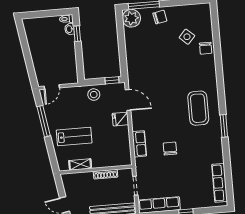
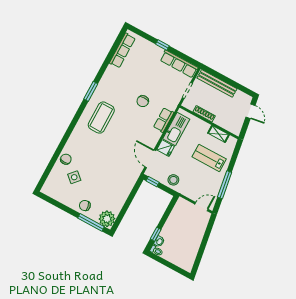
kitchen sink: (122, 143) -> (176, 129), added

